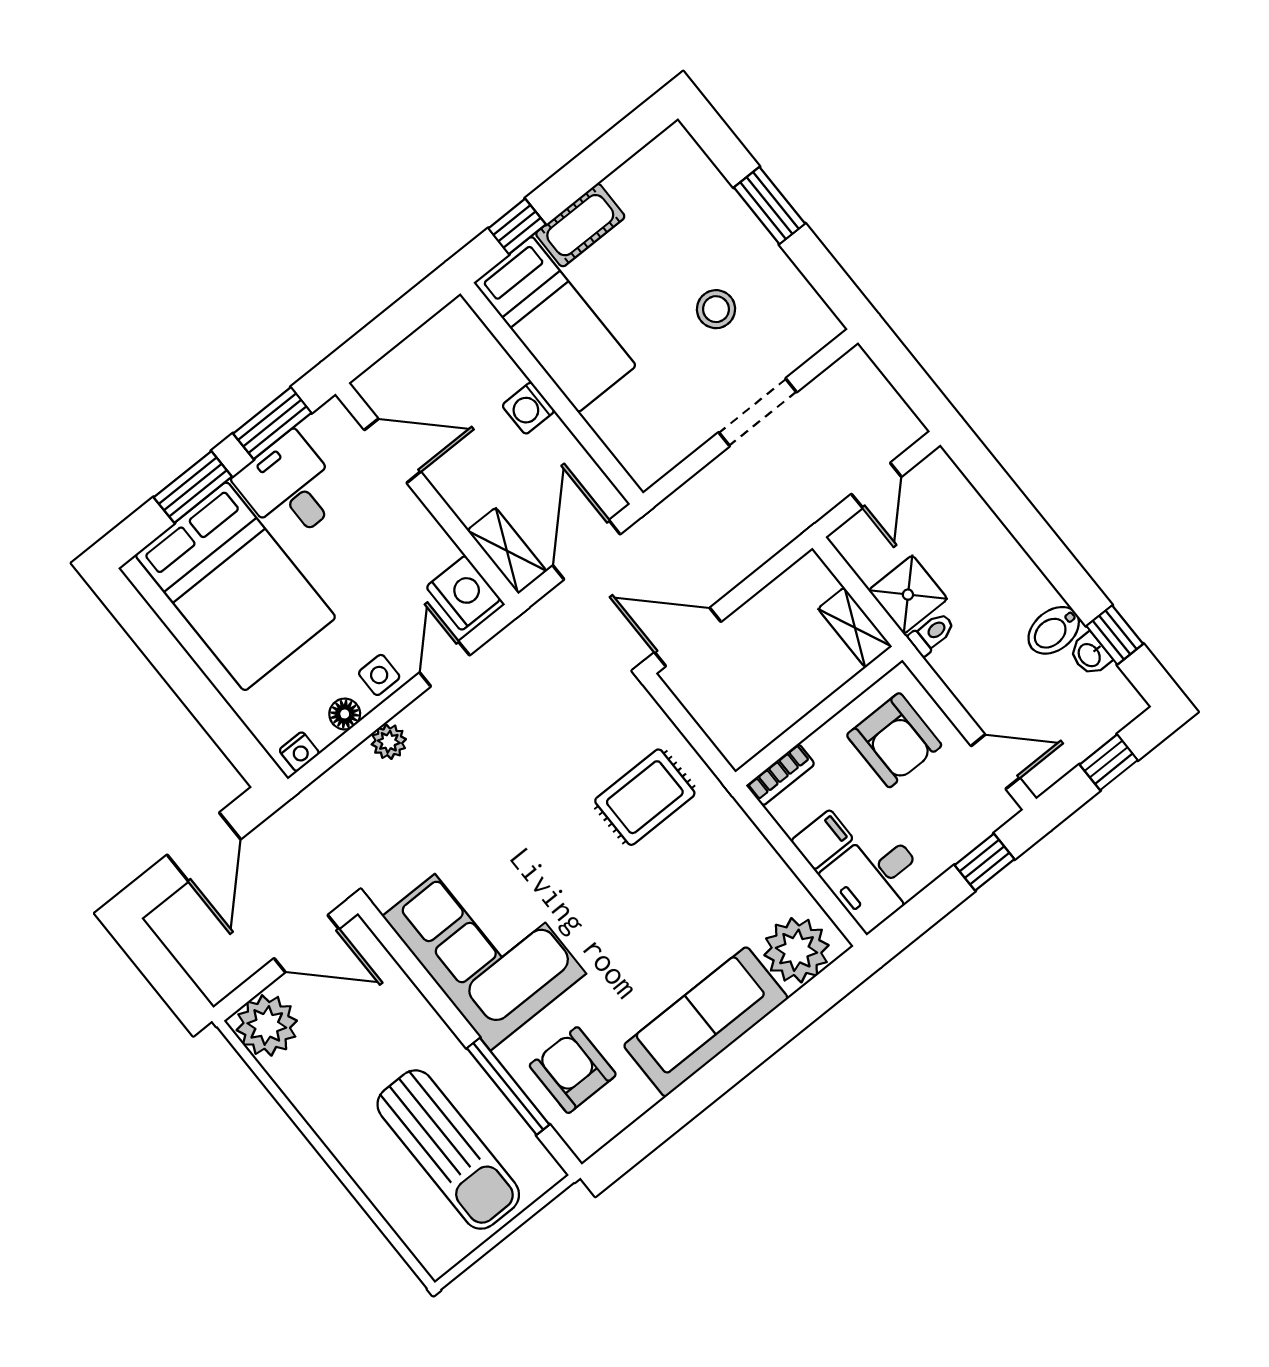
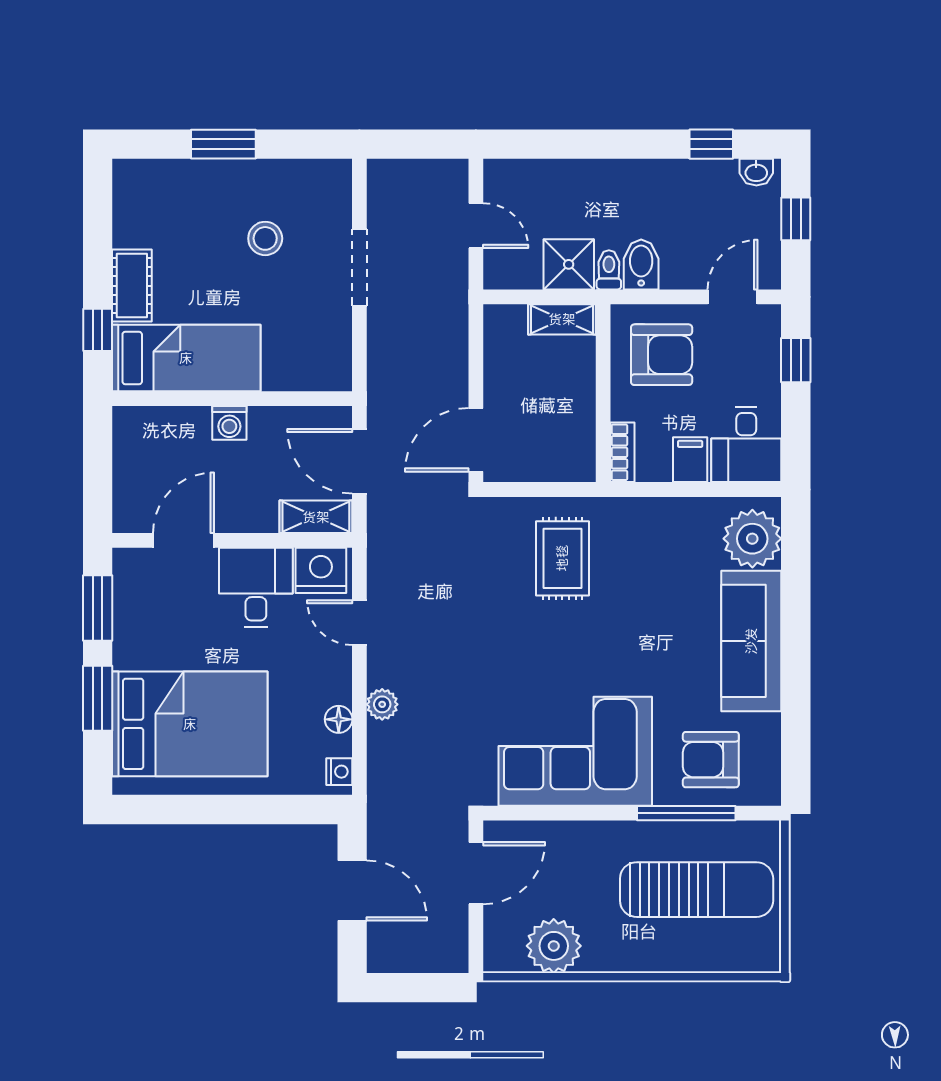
desk: (290, 488) -> (256, 587), moved, turned 90
bidet: (1054, 630) -> (641, 265), moved, turned 180
washbasin: (1090, 655) -> (756, 172), moved
side table: (379, 675) -> (331, 674), removed
plant: (267, 1025) -> (554, 946), moved

